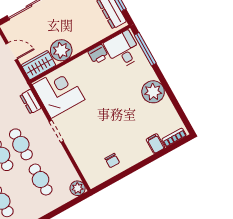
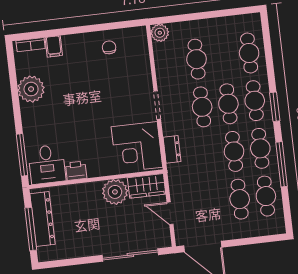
plant: (153, 92) -> (31, 89), moved

